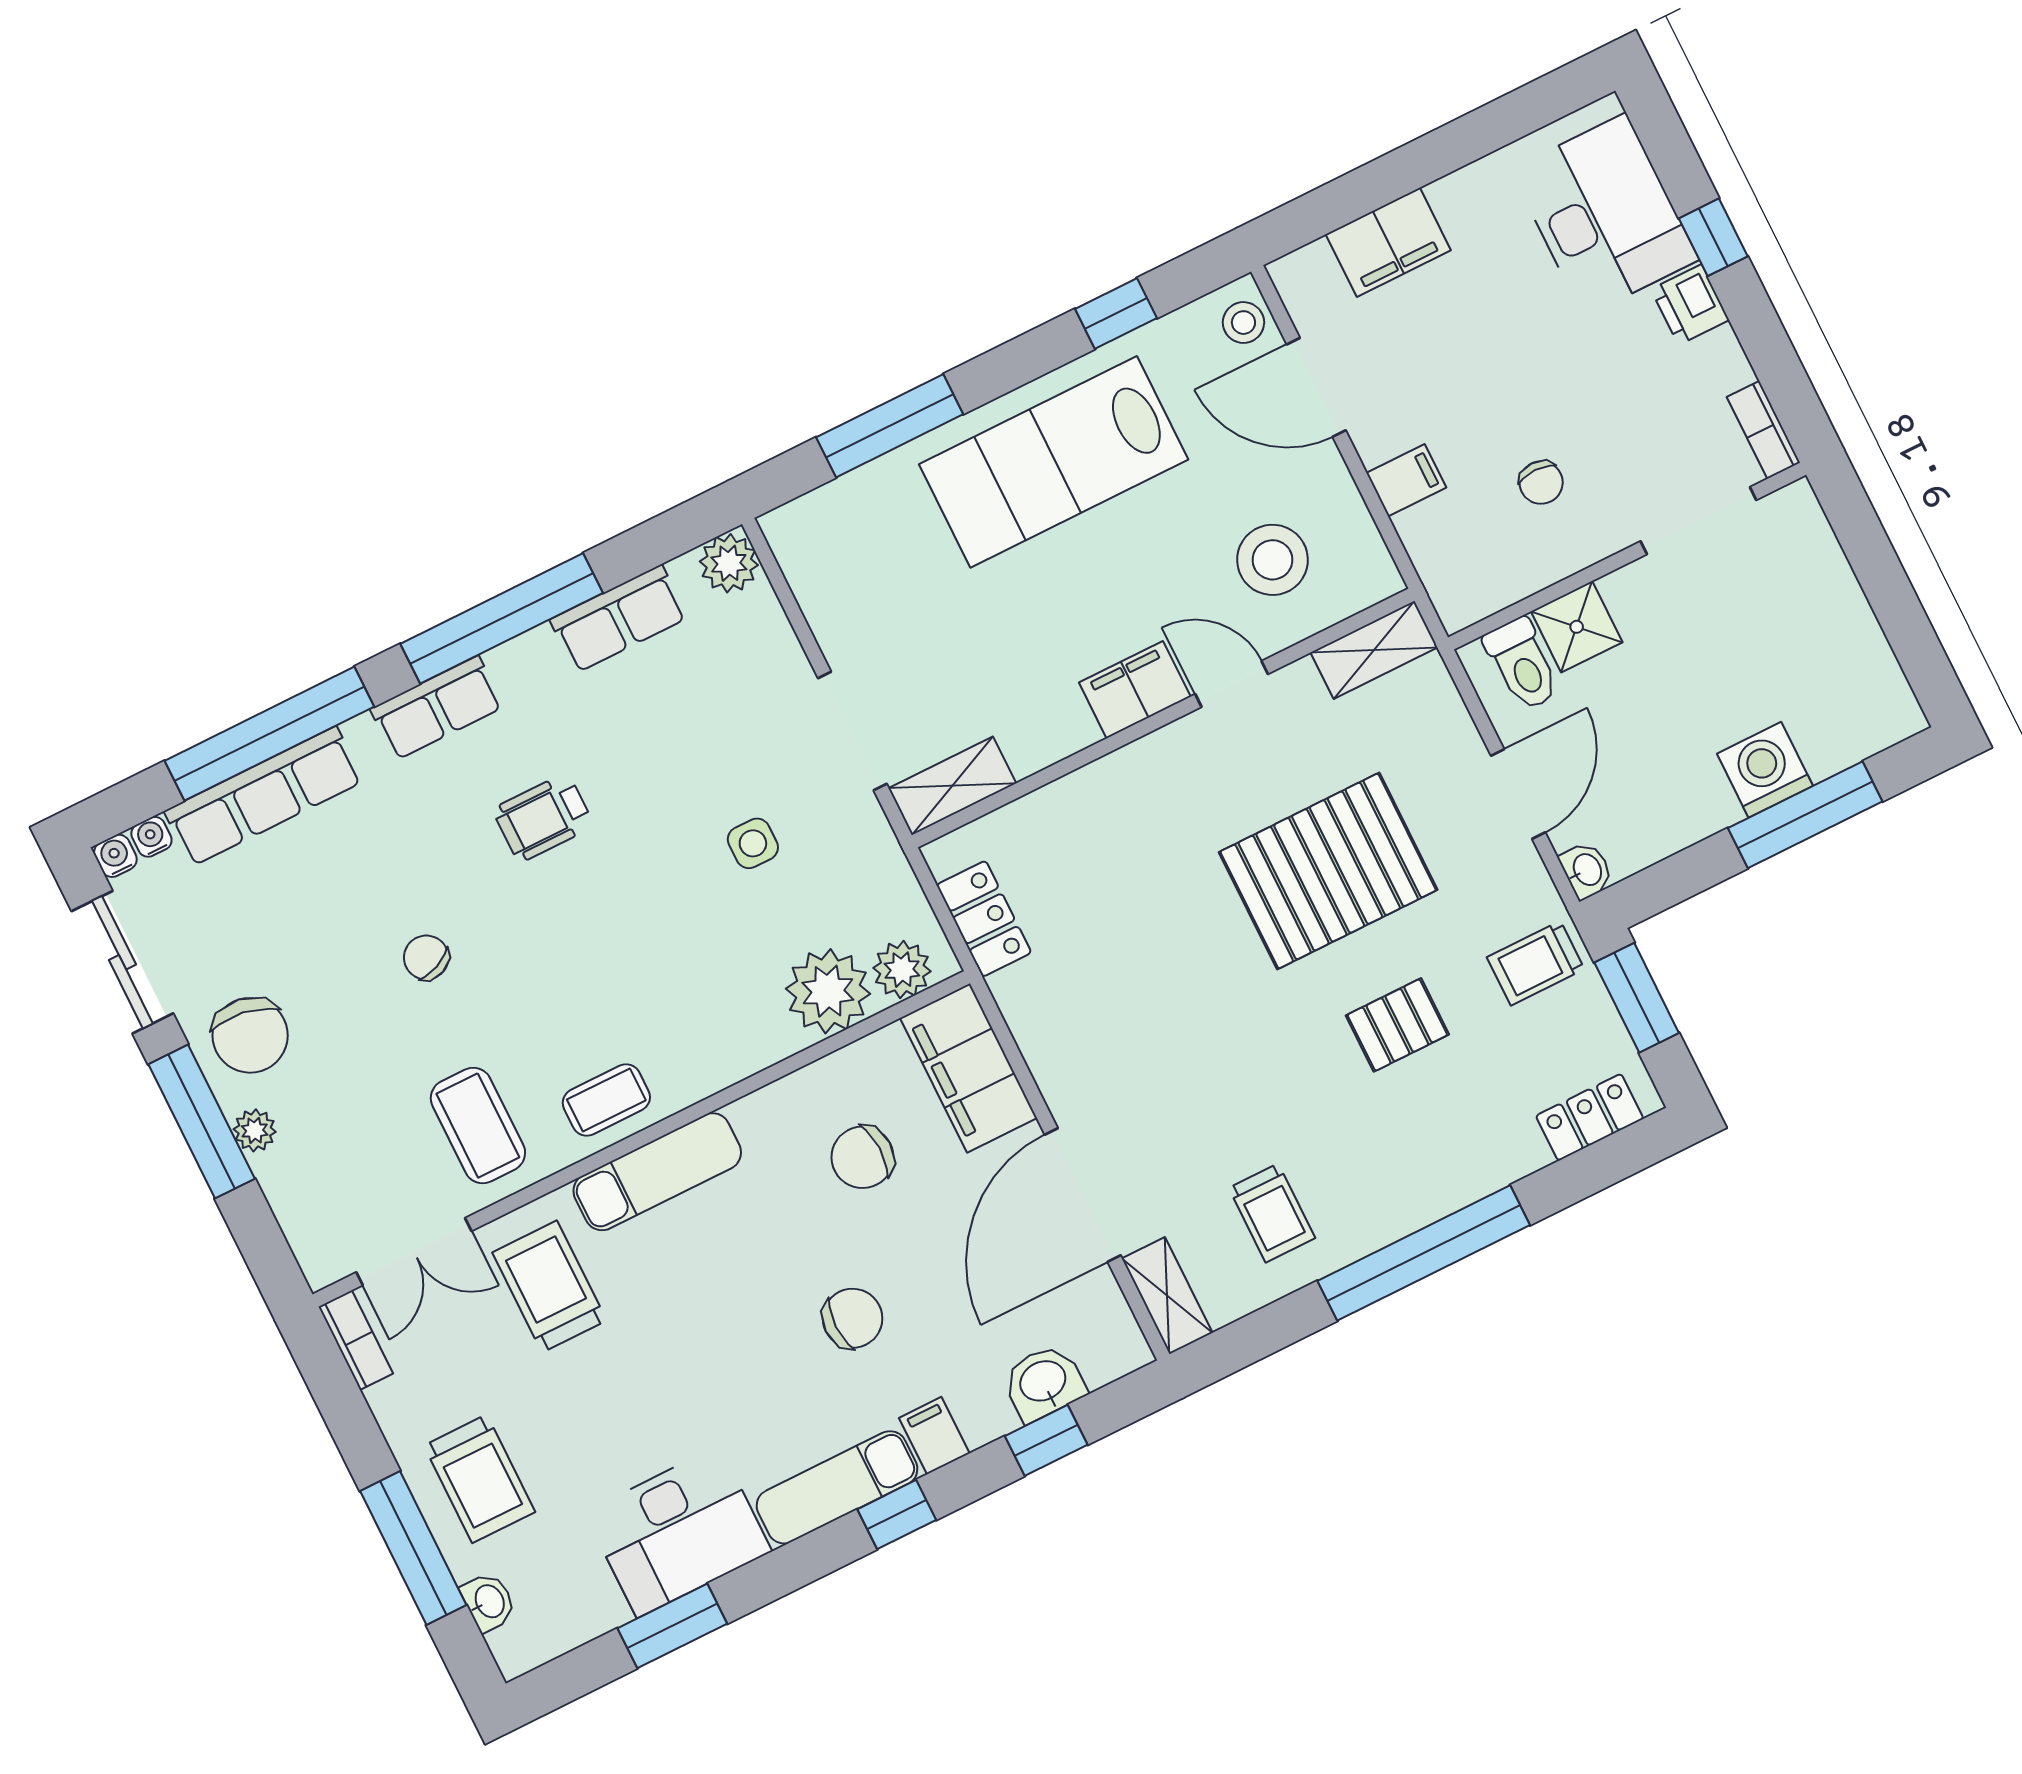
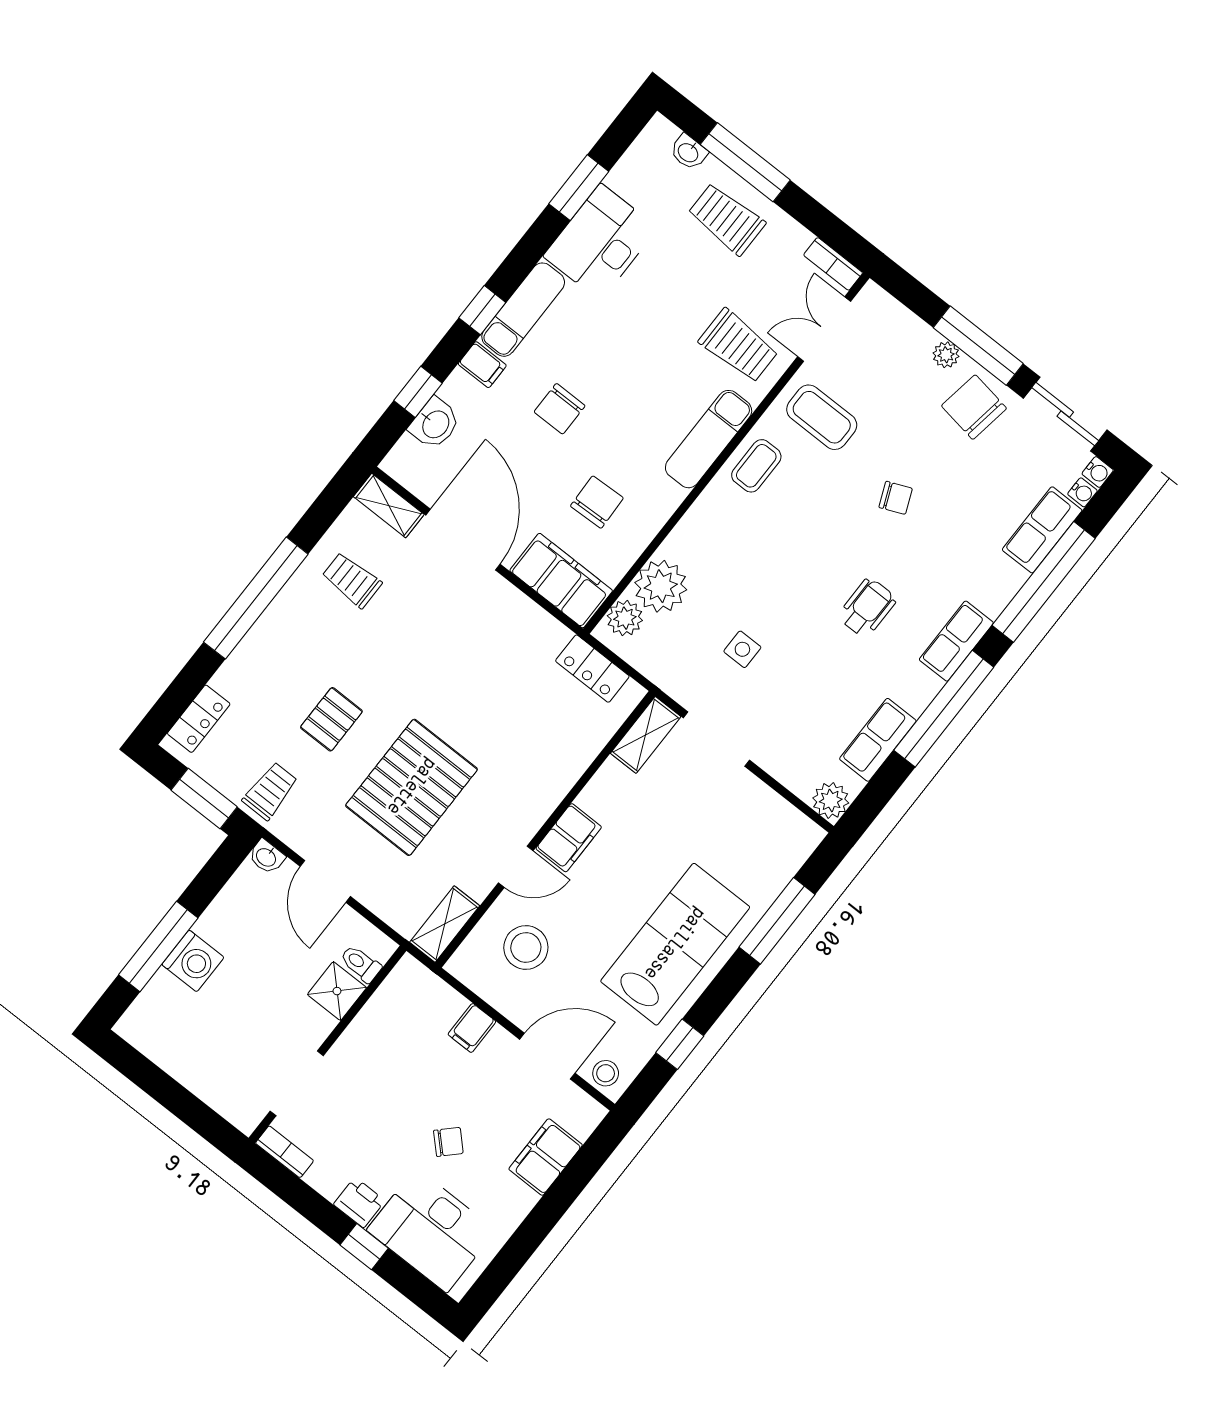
chair: (1541, 483) -> (448, 1142), moved, turned 135
toilet: (1522, 664) -> (361, 964), width x0.73, depth x0.72
row of seats: (264, 796) -> (1042, 530), width x0.68

